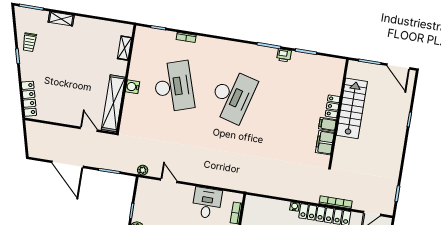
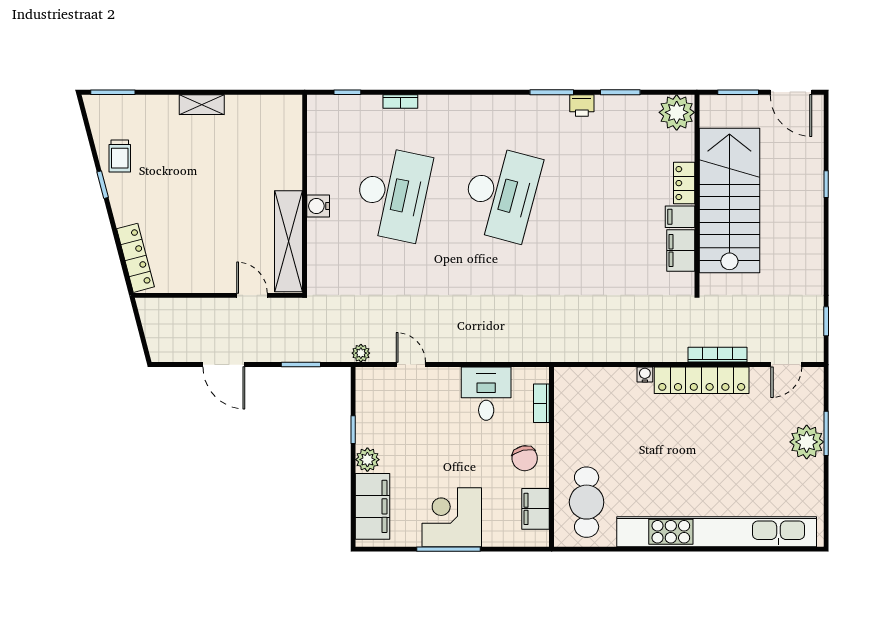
shelving: (61, 19) -> (202, 105), moved
shelving: (125, 48) -> (293, 139), removed
plant: (335, 68) -> (677, 112), added
desk: (174, 87) -> (392, 194), turned 30
stairs: (352, 108) -> (729, 200), width x1.36, depth x1.51
door: (68, 164) -> (224, 365), width x0.73

